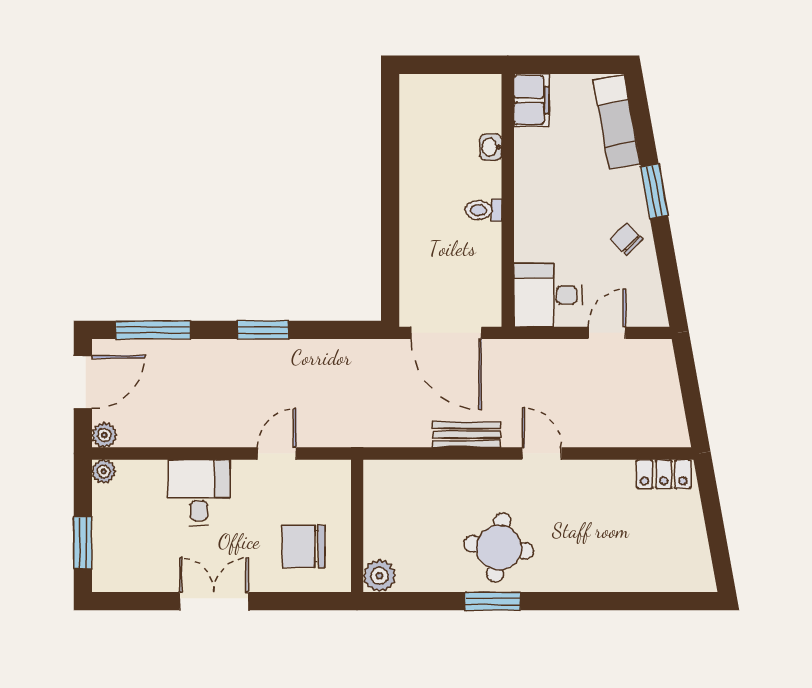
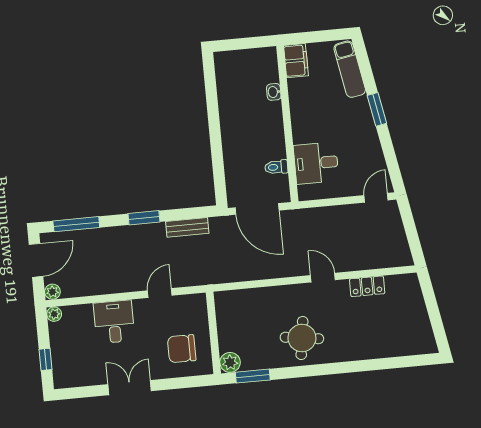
toilet: (483, 210) -> (276, 167), moved
chair: (626, 239) -> (363, 141), removed
desk: (548, 295) -> (316, 163), moved
door: (607, 333) -> (376, 198), moved
bench: (466, 435) -> (187, 227), moved
locker: (664, 474) -> (367, 286), moved
window: (83, 543) -> (45, 359), width x0.67
window: (493, 601) -> (253, 376), moved

